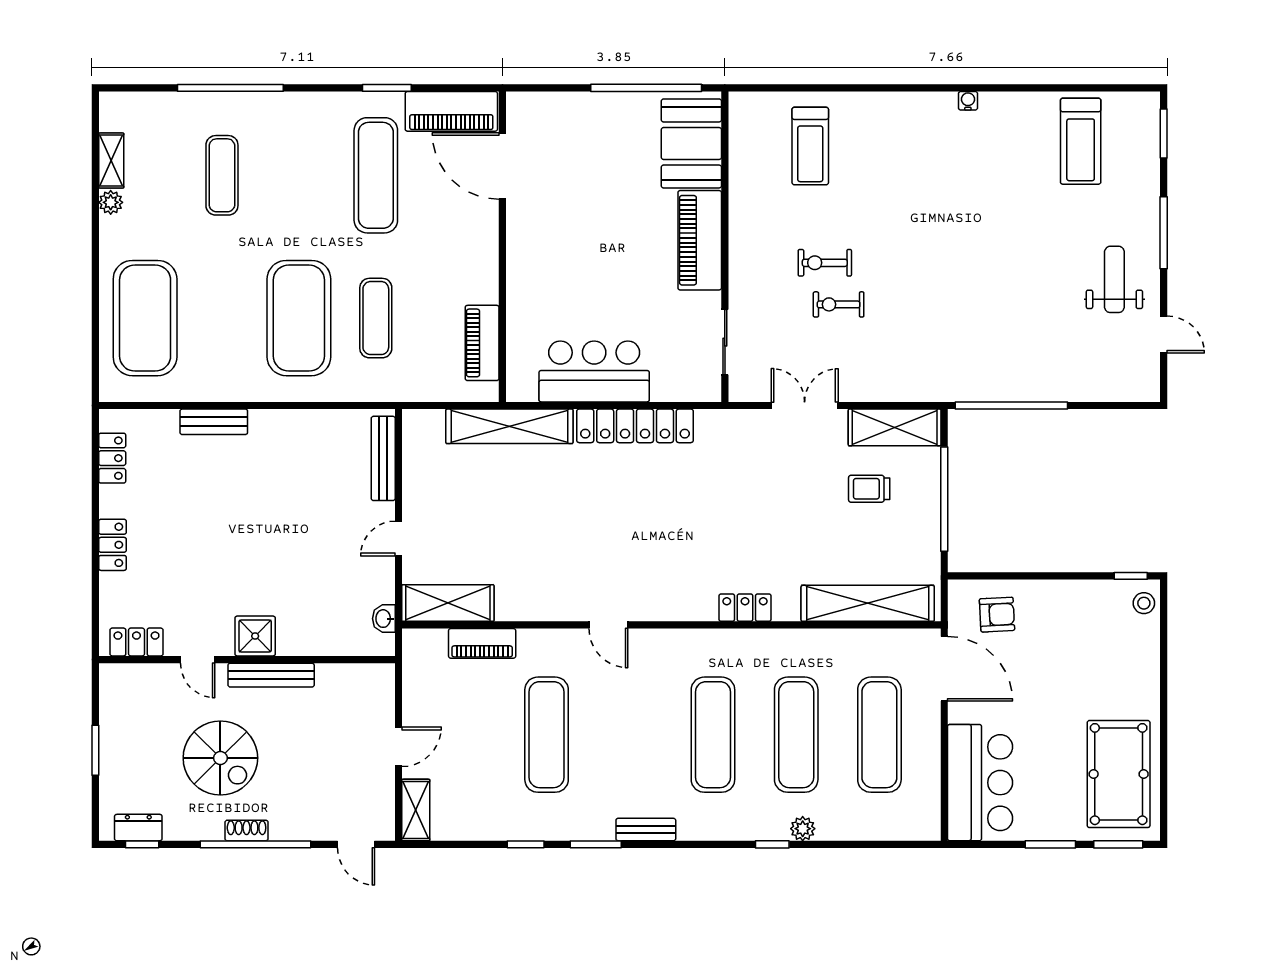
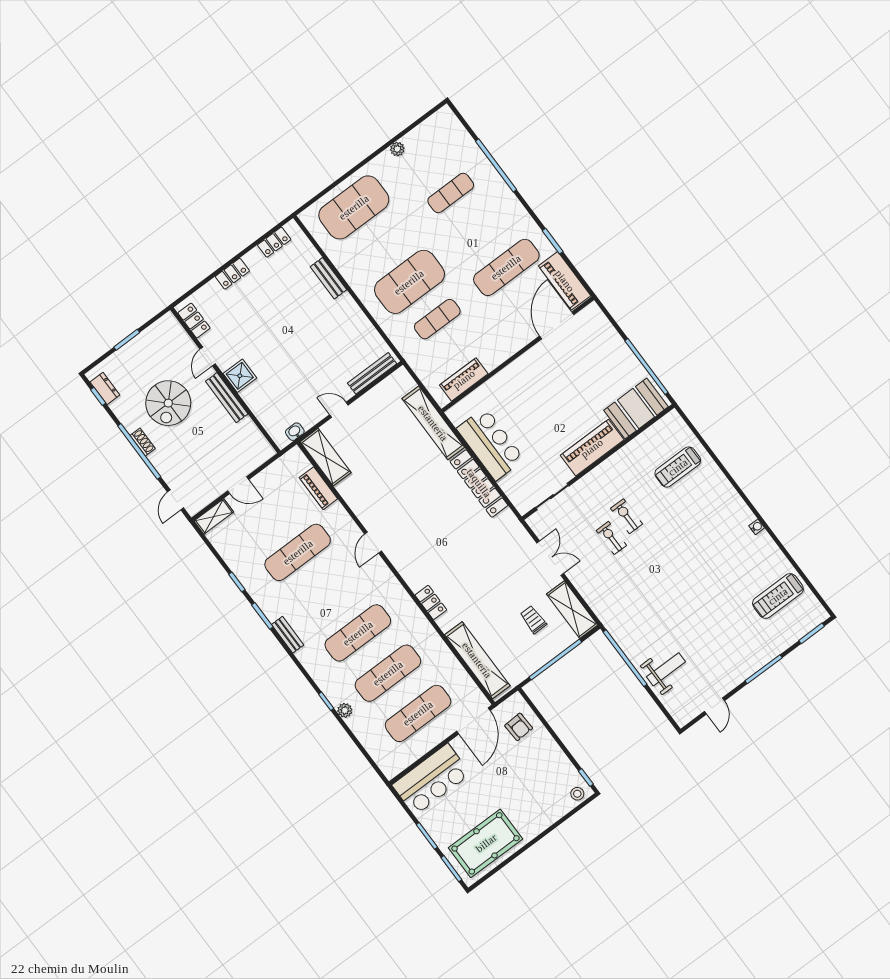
shelving: (111, 161) -> (418, 134), removed
weight bench: (1114, 279) -> (666, 669), moved

